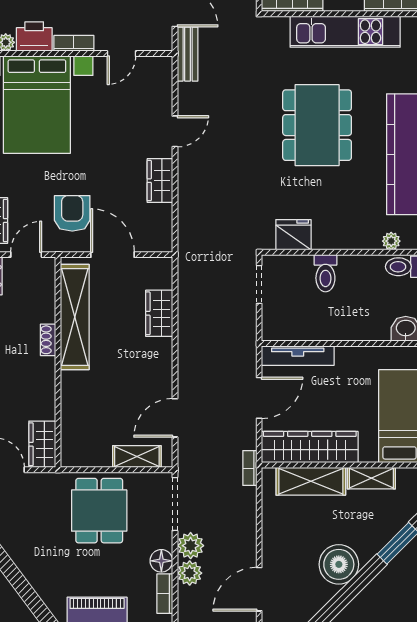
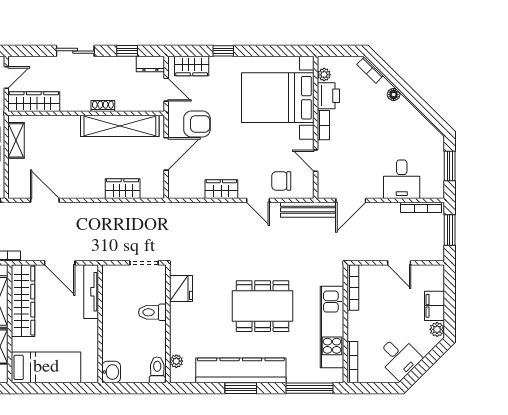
bench: (188, 54) -> (308, 210), width x1.36
chair: (149, 100) -> (281, 181), added
wardrobe: (42, 444) -> (34, 102), width x1.50
shelving: (137, 457) -> (16, 140), moved

